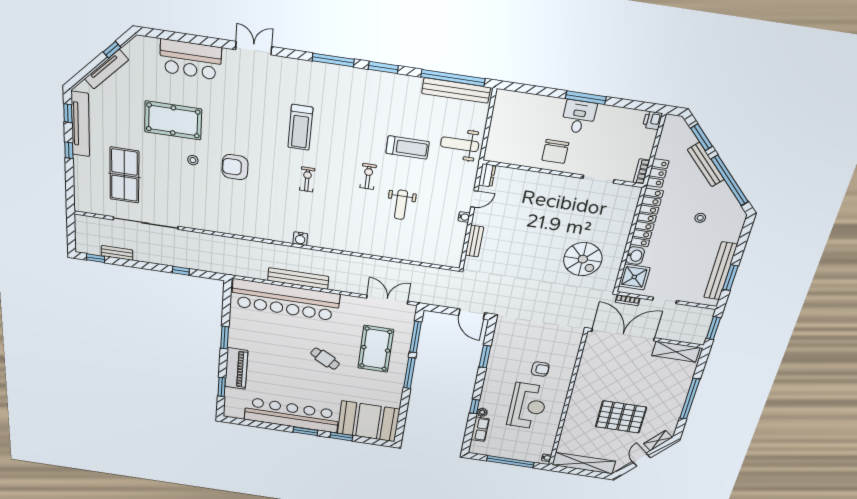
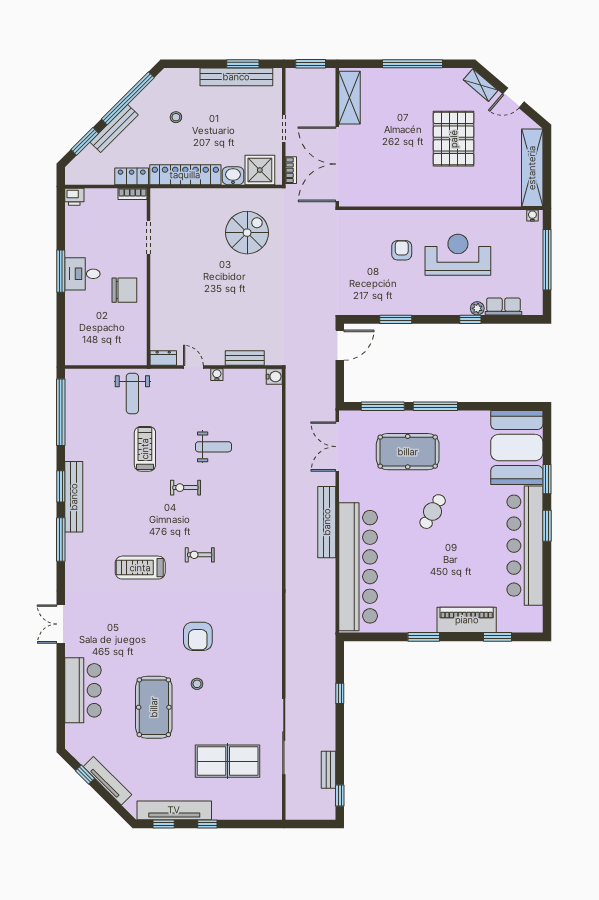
bench: (456, 90) -> (74, 497), moved
treadmill: (300, 127) -> (140, 568), turned 180
water cooler: (300, 239) -> (274, 377), moved
bench: (298, 279) -> (327, 522), moved

